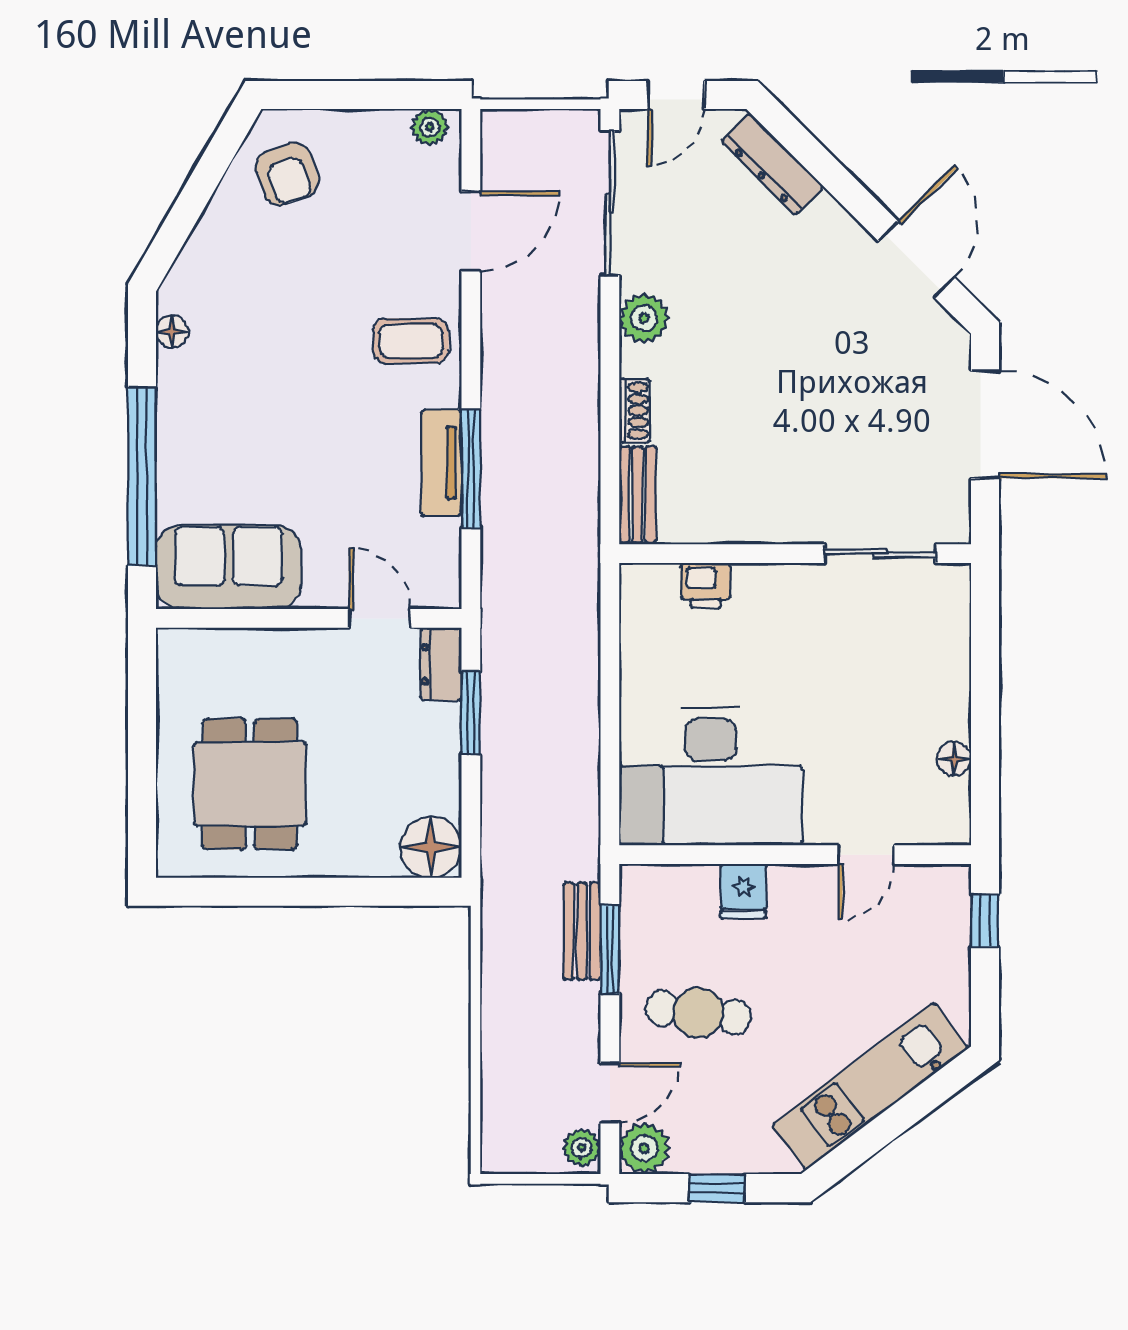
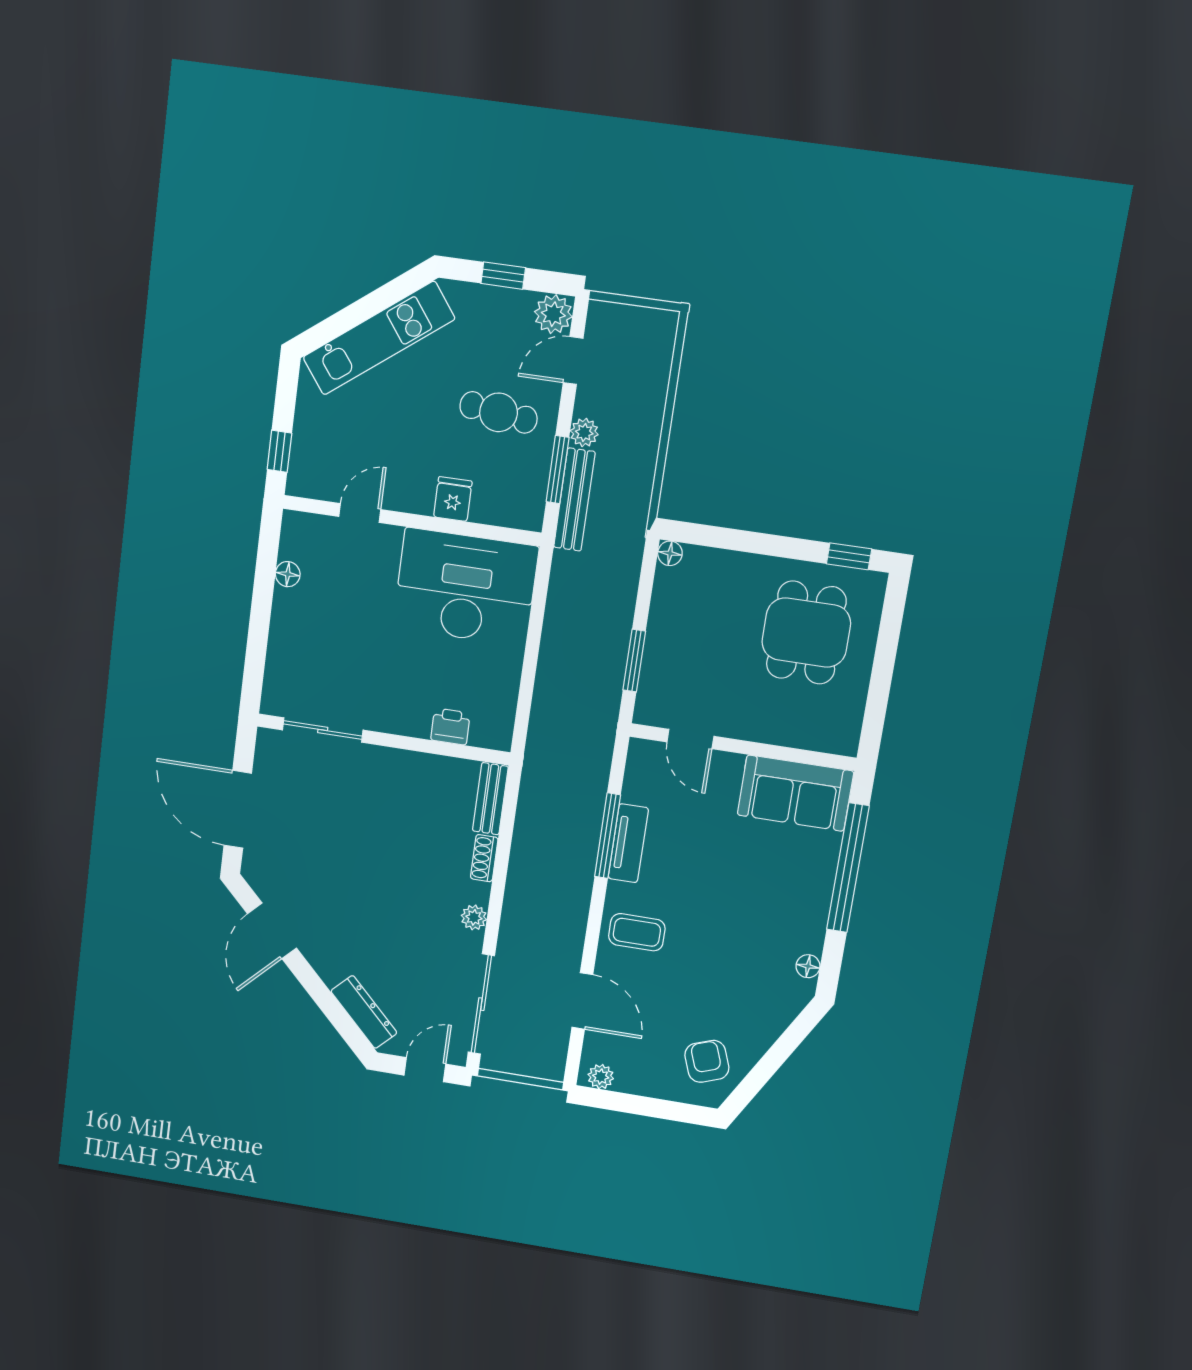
door: (471, 231) -> (582, 1001), swing flipped
plant: (644, 318) -> (474, 917), width x0.73, depth x0.73
dresser: (441, 664) -> (651, 699), removed
floor lamp: (431, 847) -> (670, 553), width x0.53, depth x0.53
window: (211, 892) -> (849, 556), added
bench: (582, 931) -> (574, 500), width x1.36
plant: (582, 1148) -> (584, 433), moved

